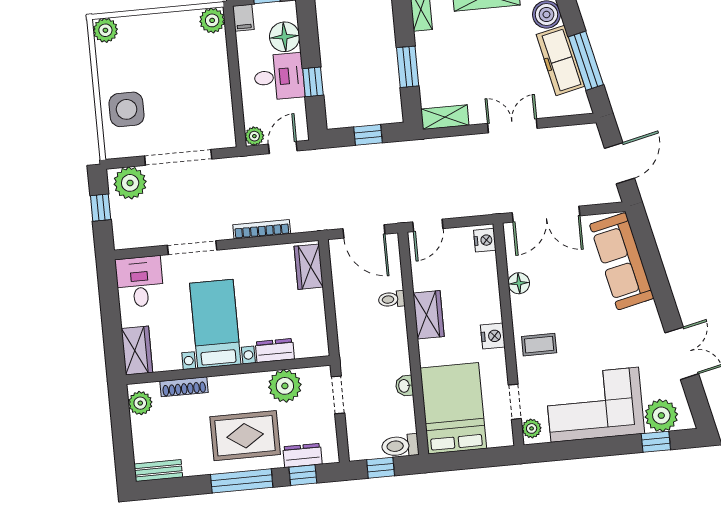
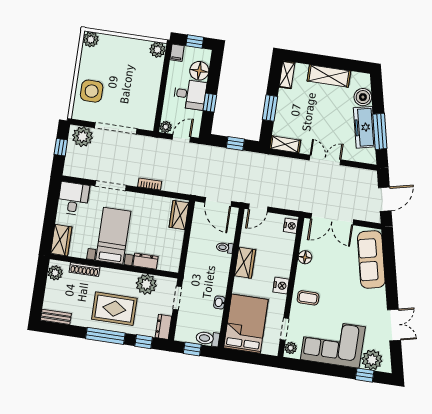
bookcase: (262, 229) -> (150, 184), width x0.64
dresser: (303, 455) -> (163, 327), moved, turned -90

